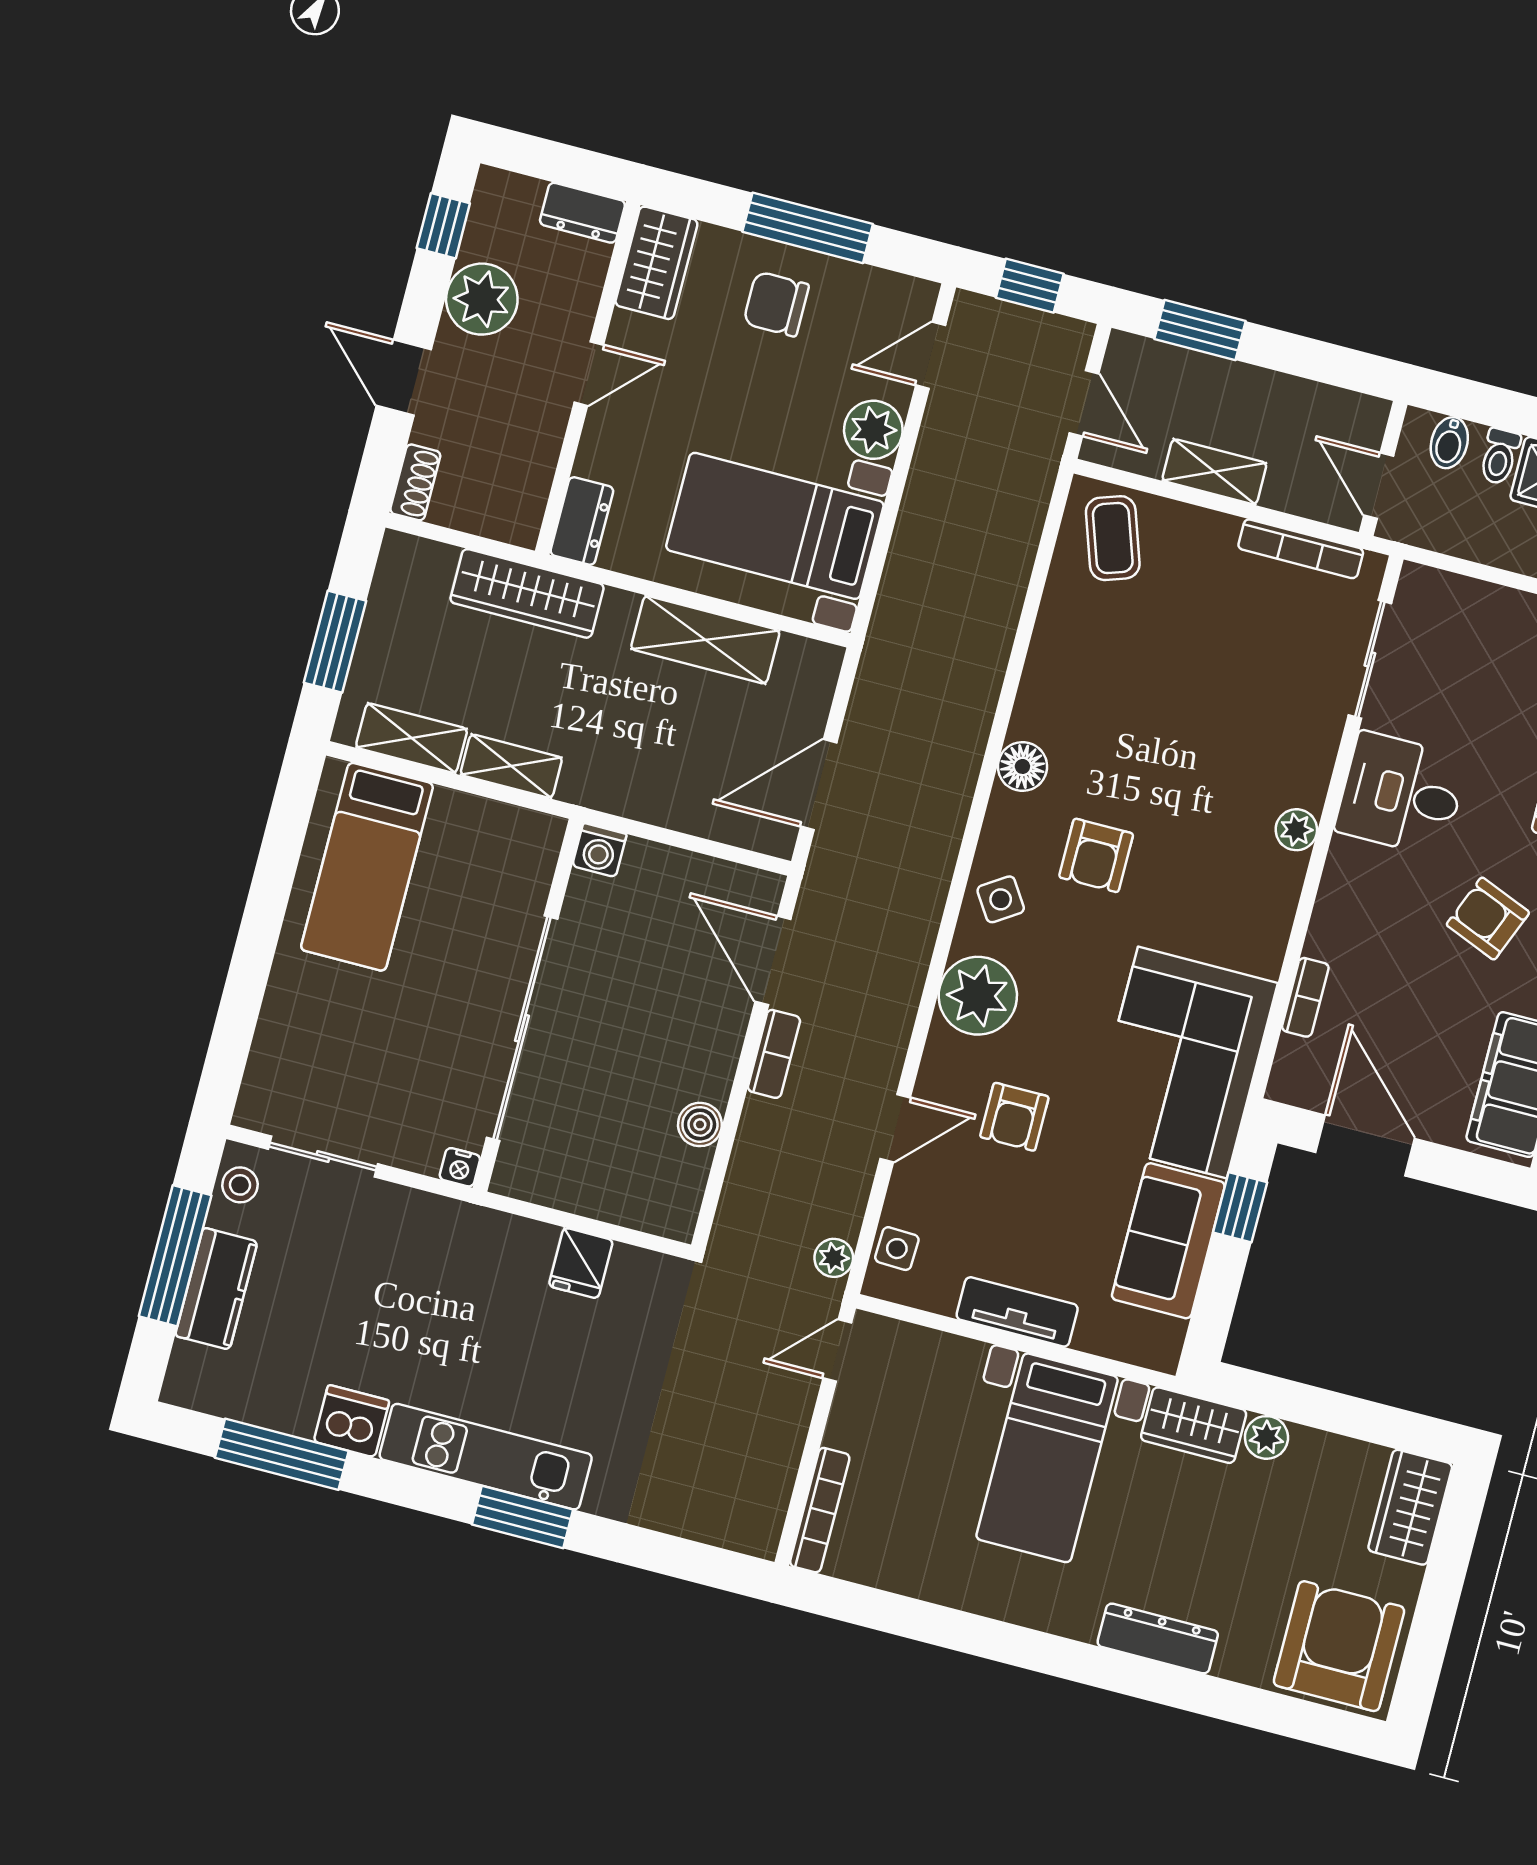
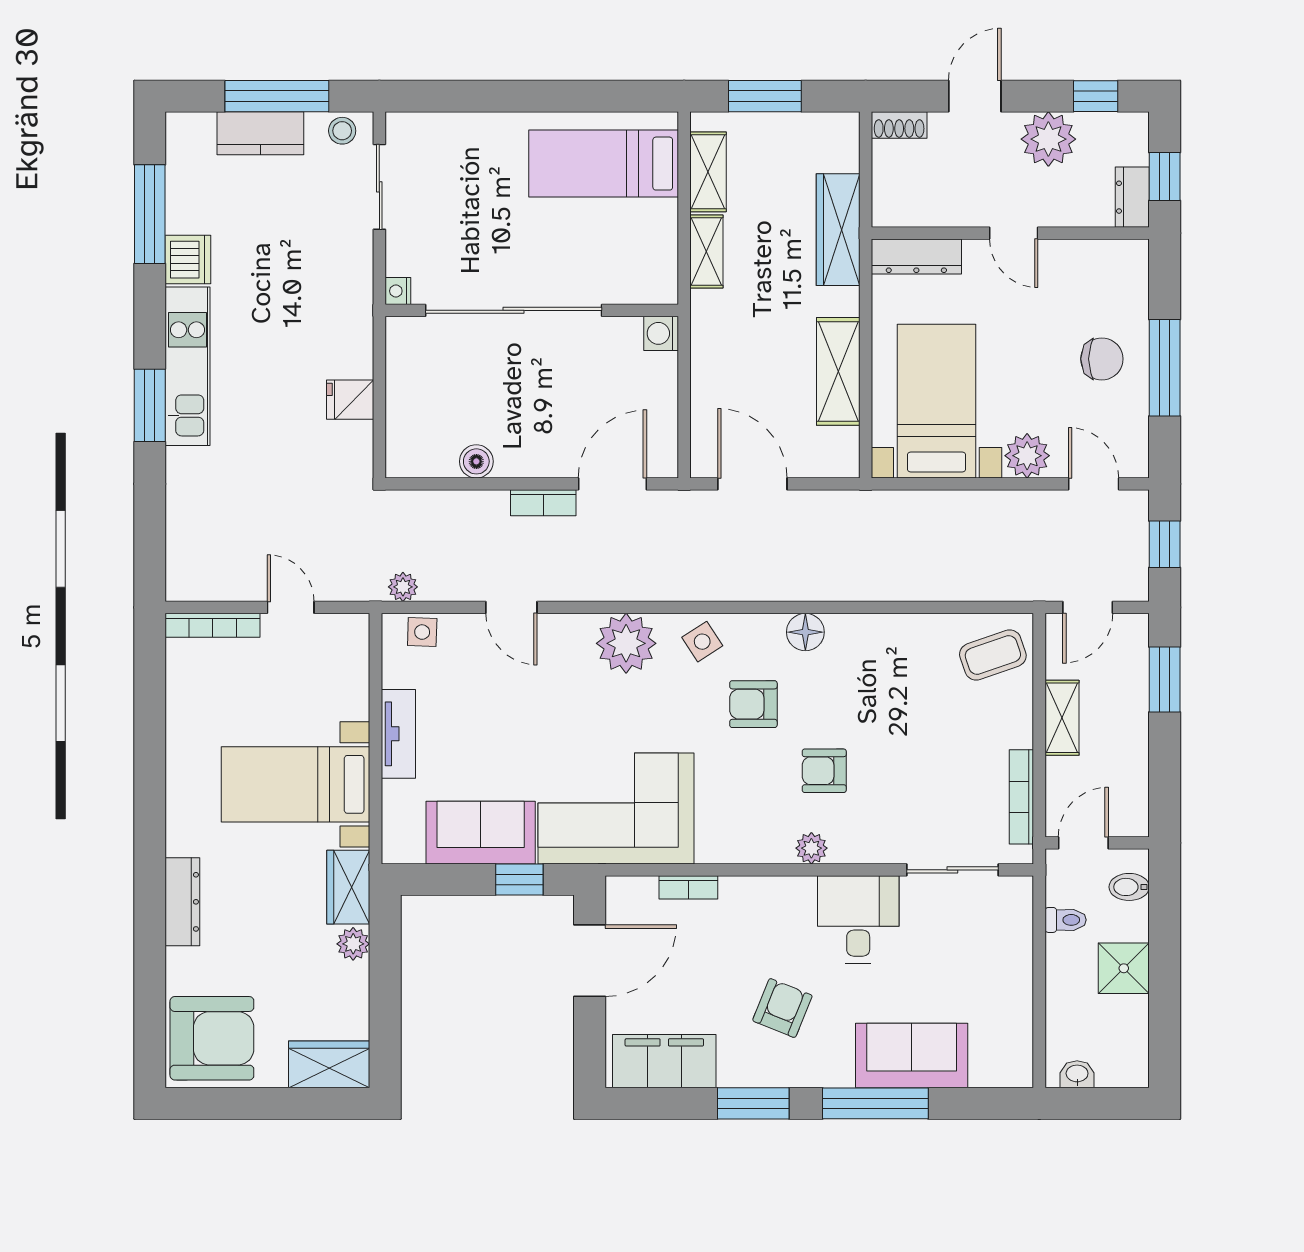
window: (567, 165) -> (1165, 176), added
wardrobe: (656, 263) -> (1109, 262), removed
chair: (776, 304) -> (1102, 359), turned 90
toilet: (1500, 456) -> (1066, 920), moved, turned 180
dresser: (582, 521) -> (916, 257), width x1.44
armchair: (1014, 1117) -> (824, 771), moved
door: (837, 1350) -> (291, 607), moved

